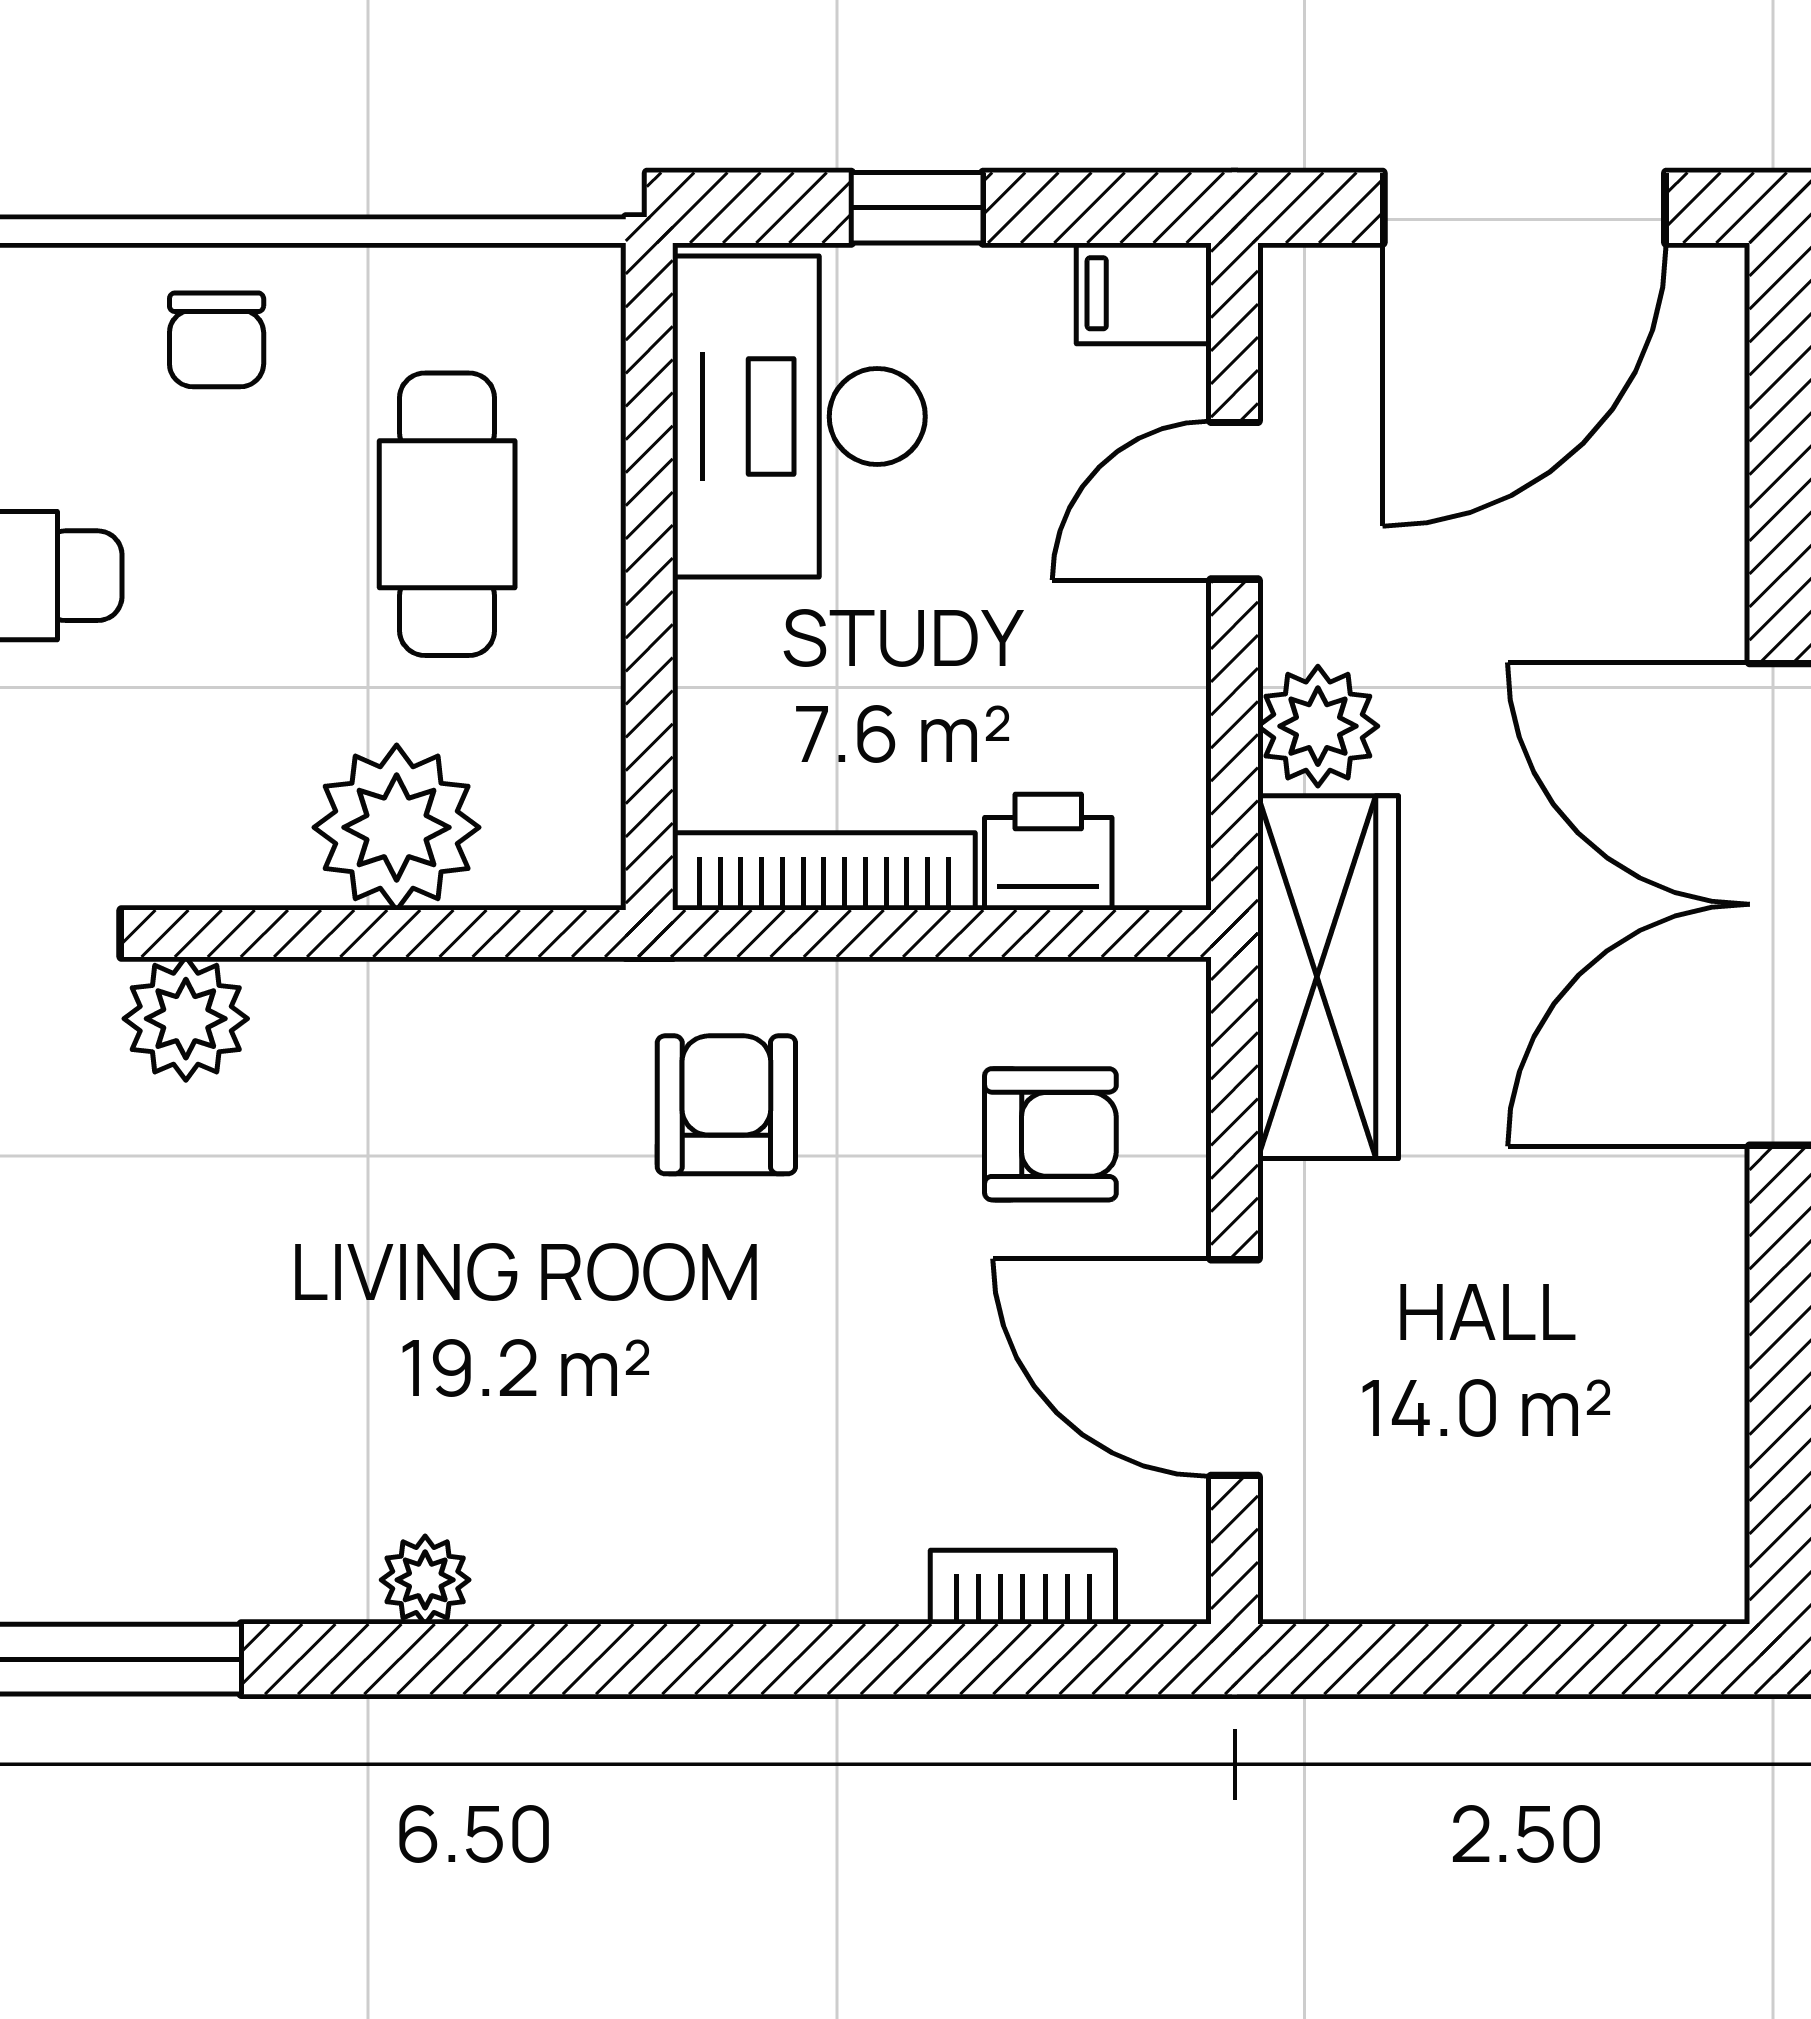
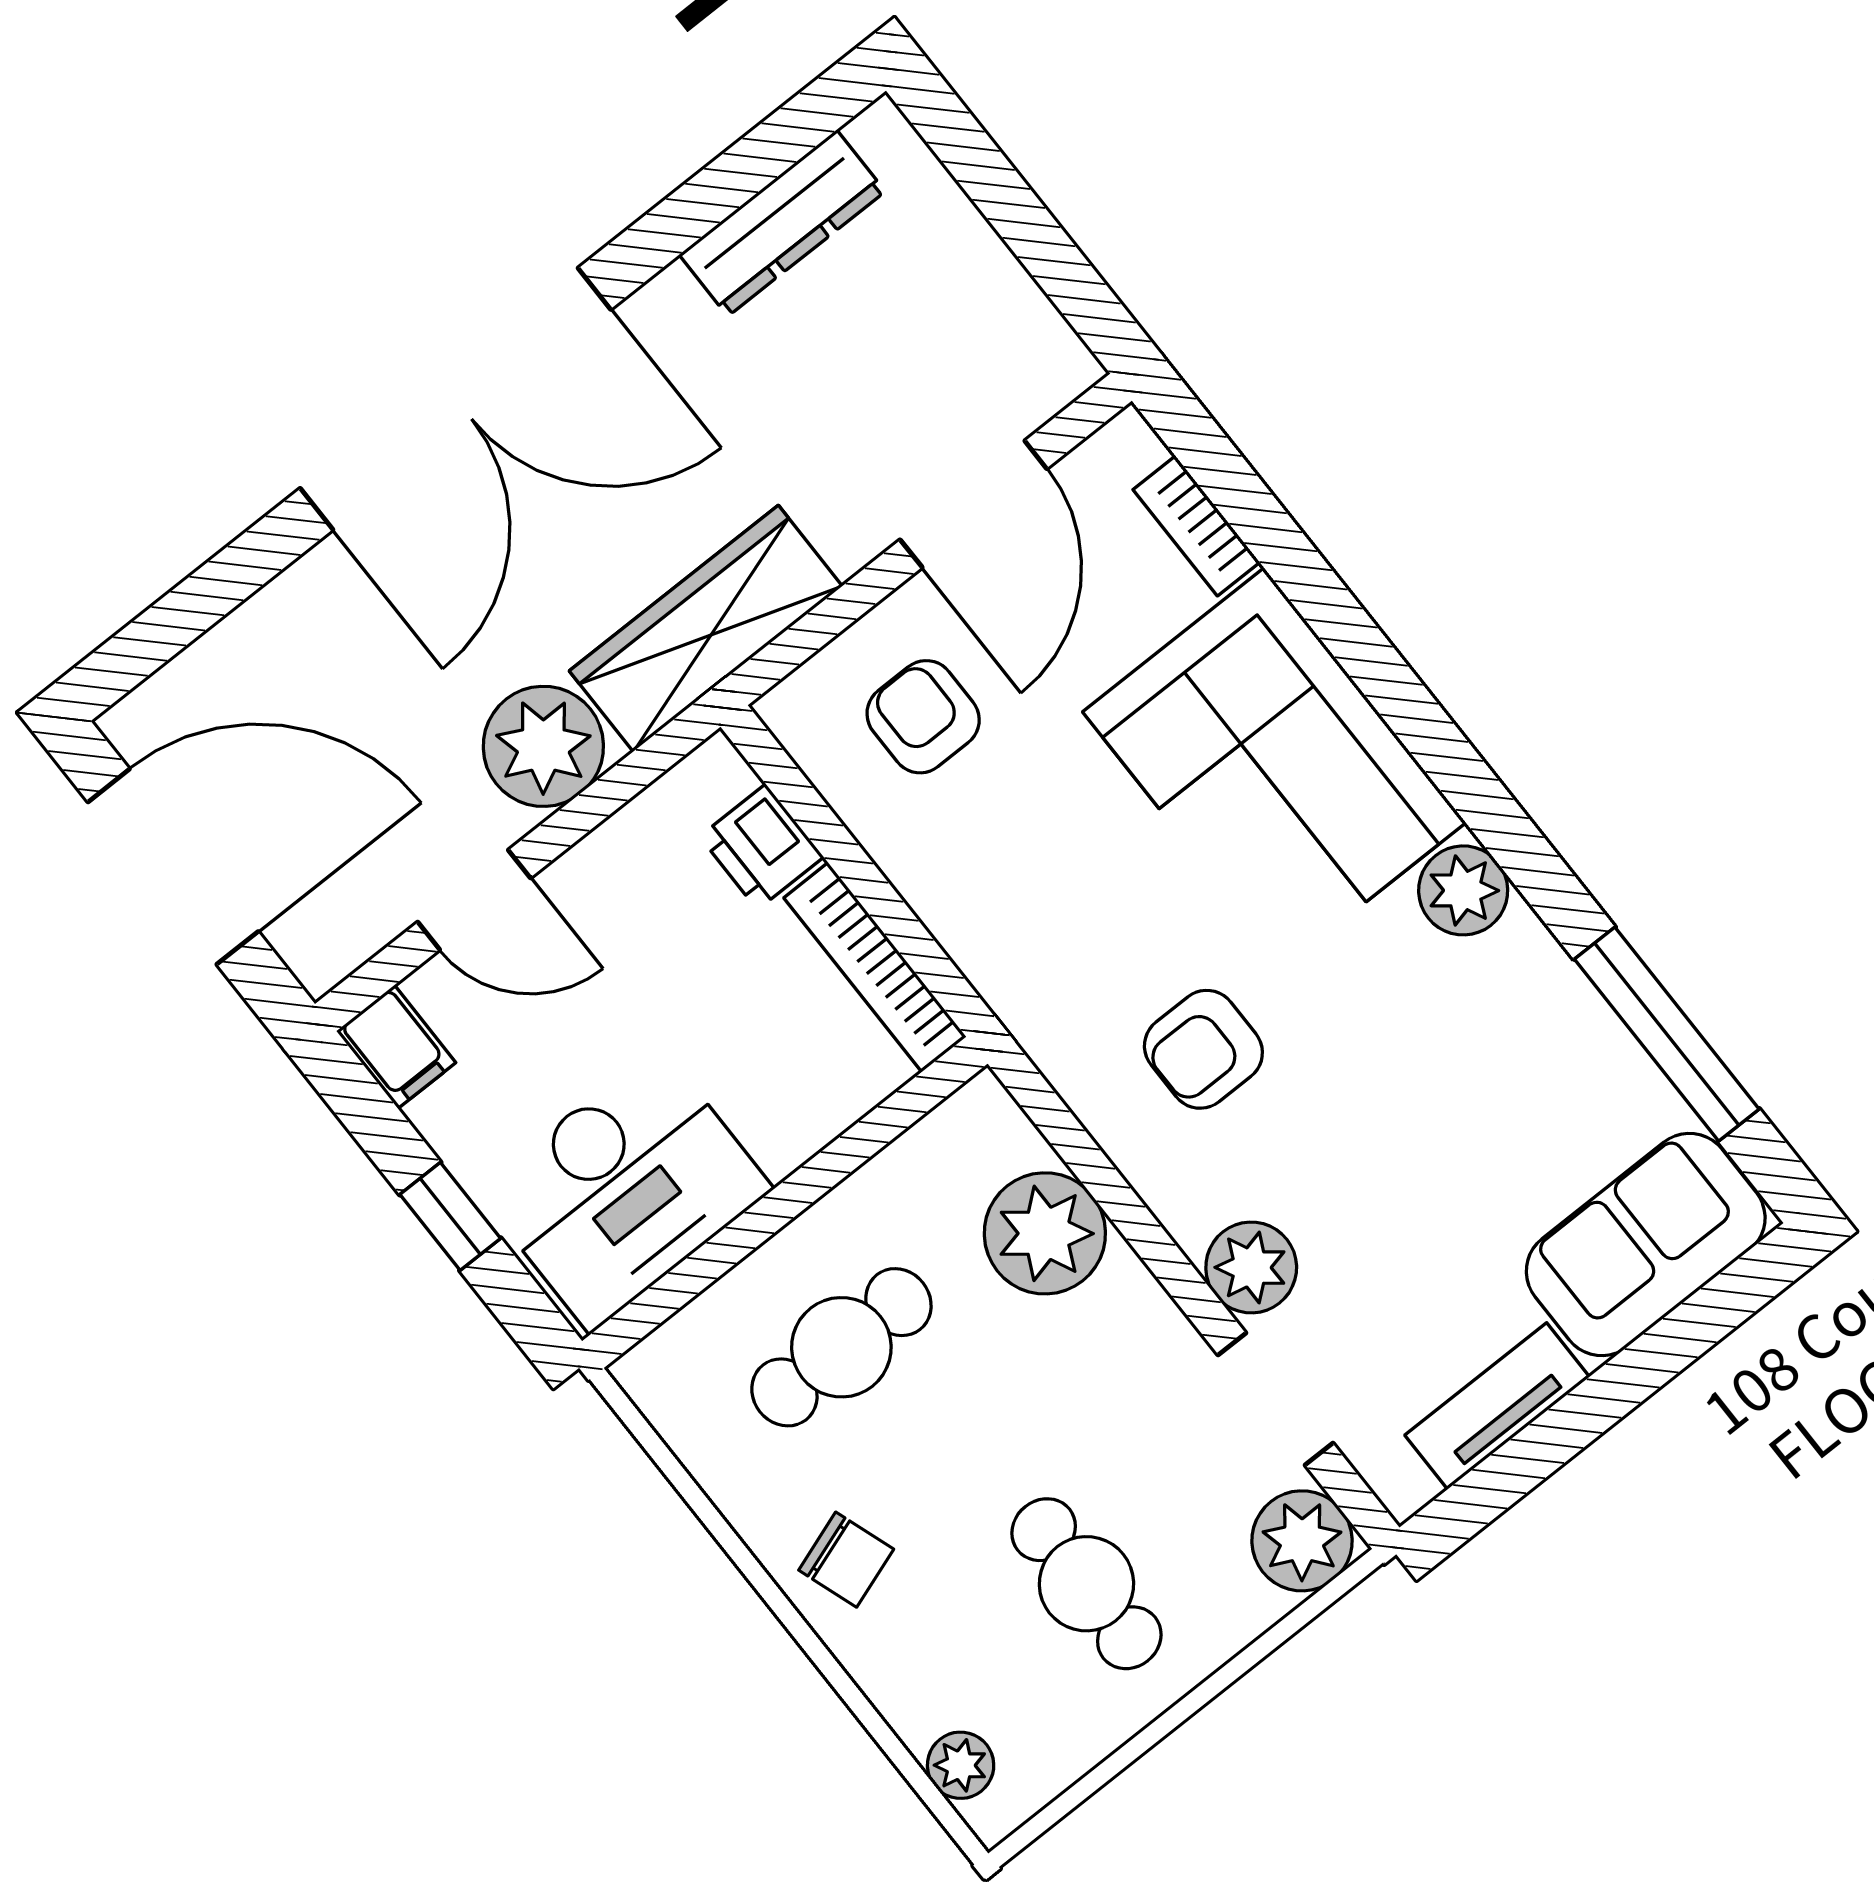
chair: (217, 340) -> (846, 1560), turned 71
plant: (1318, 726) -> (543, 746), width x1.36, depth x1.36
armchair: (726, 1105) -> (1203, 1049), moved
dresser: (1696, 1401) -> (782, 223), added
corner sofa: (700, 1466) -> (1274, 767), added
plant: (425, 1580) -> (1463, 890), width x1.38, depth x1.38

